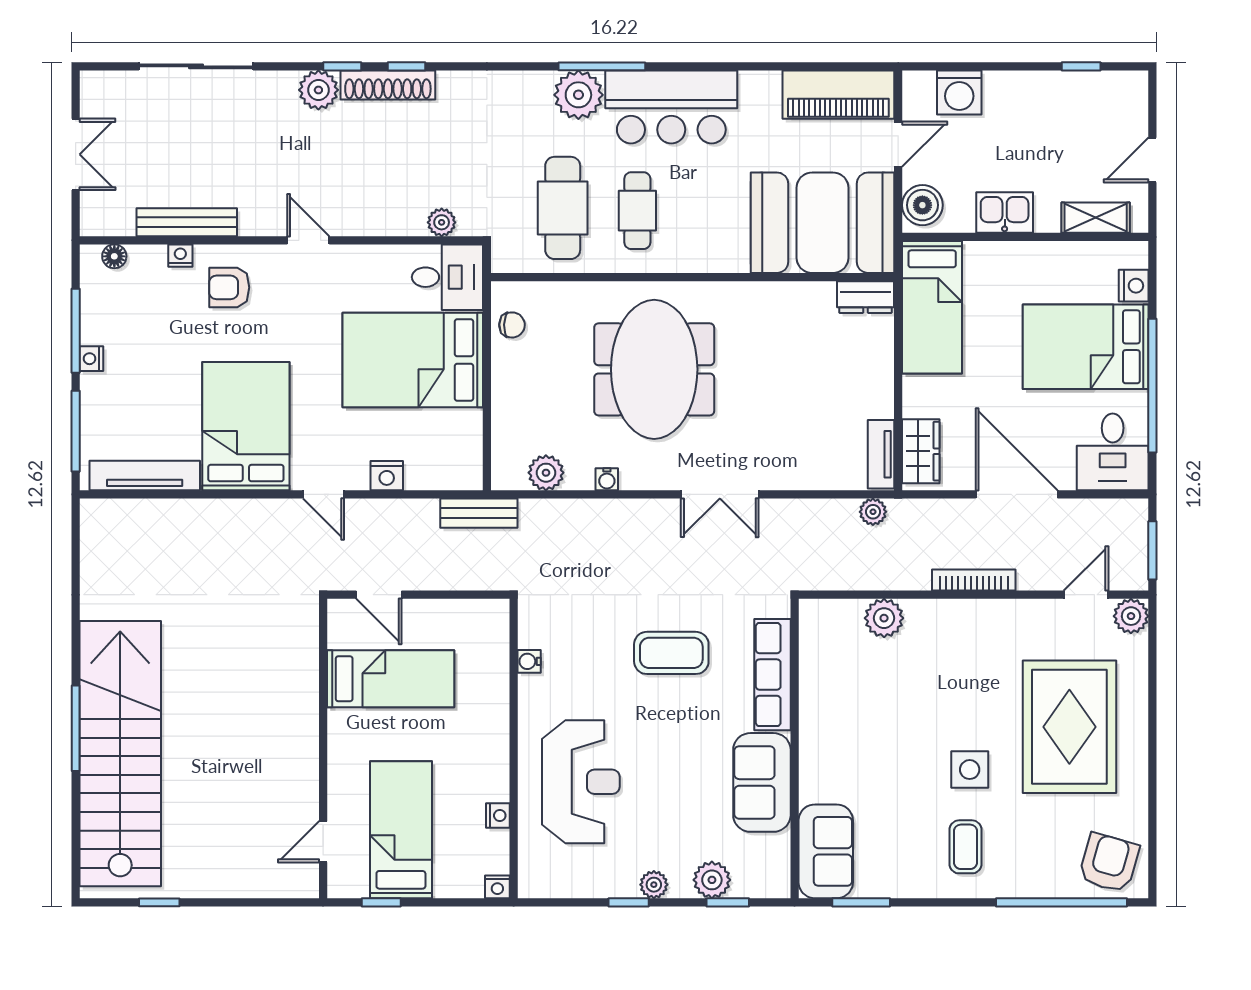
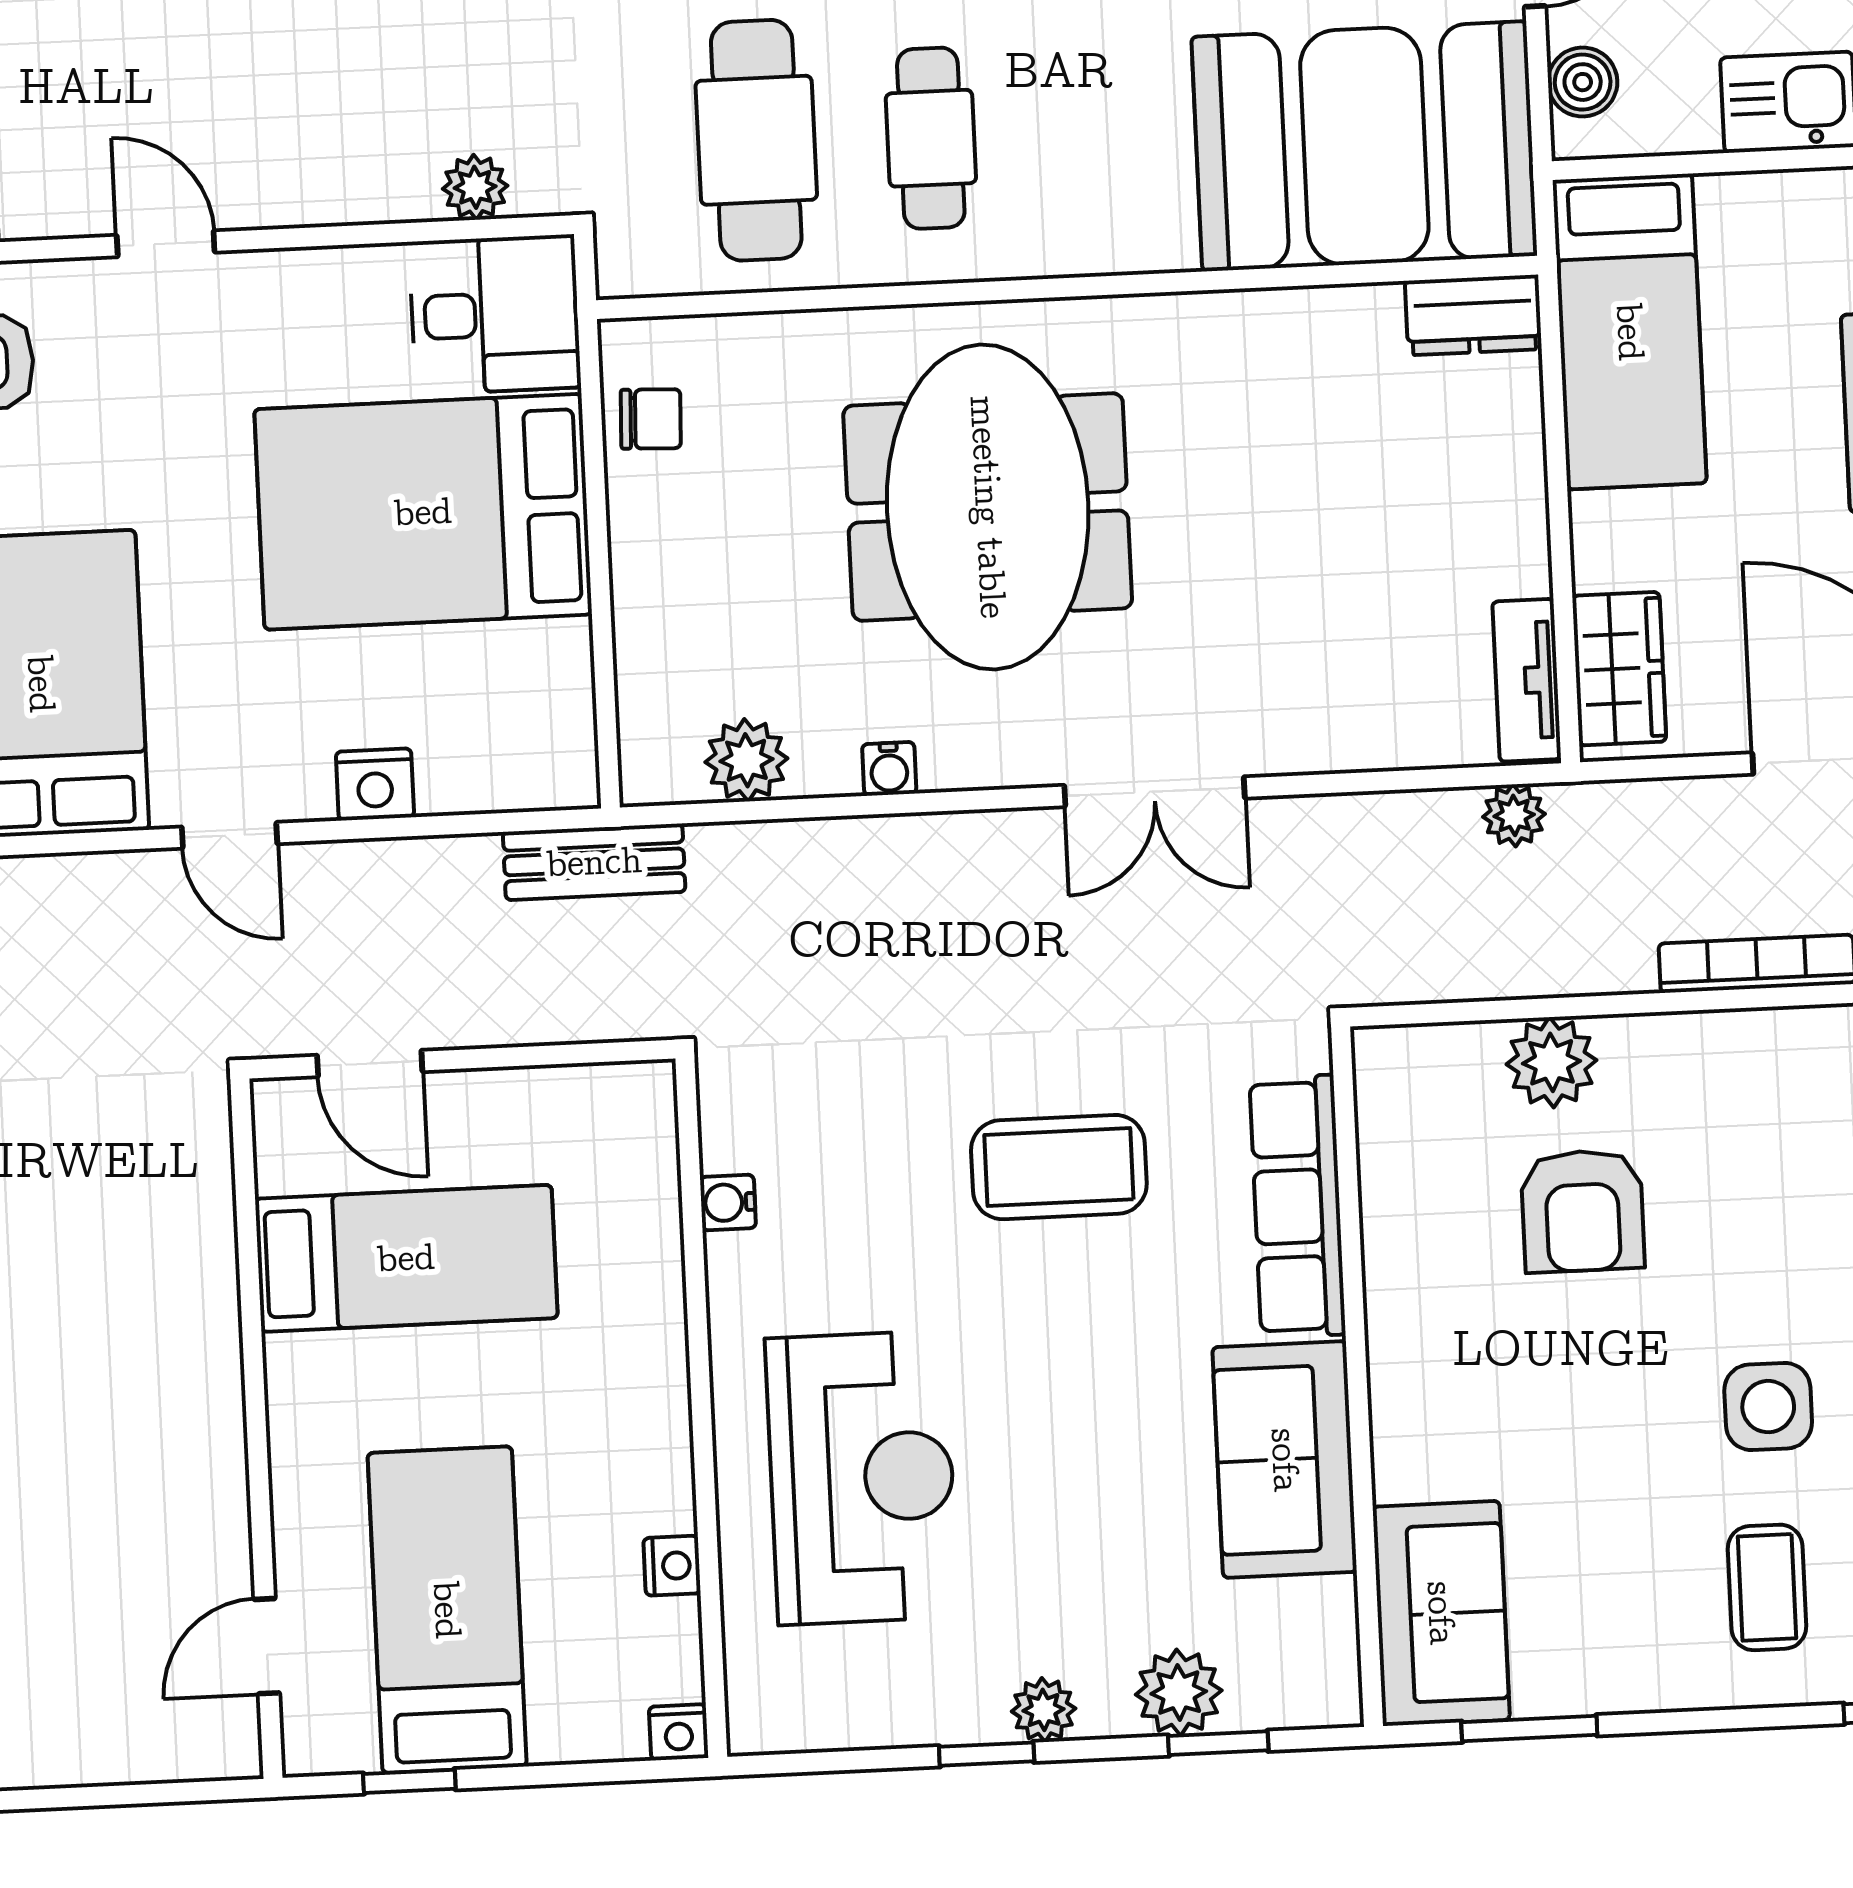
boiler: (922, 205) -> (1583, 82), width x0.73, depth x0.73
armchair: (894, 682) -> (1583, 1211), added

